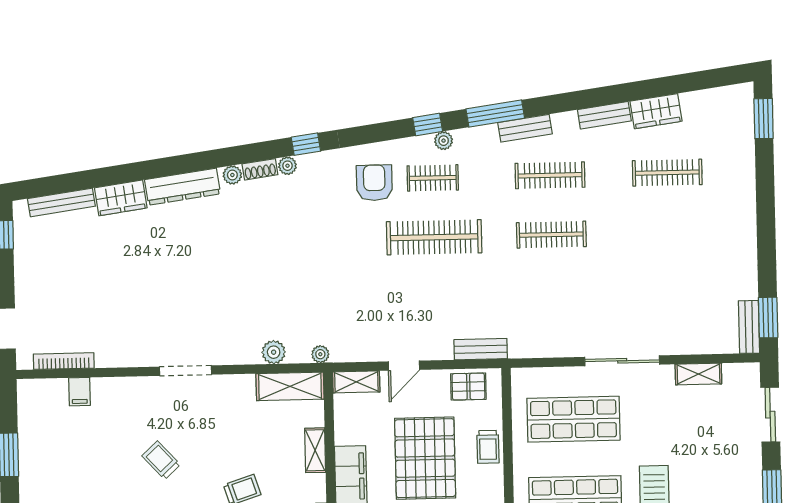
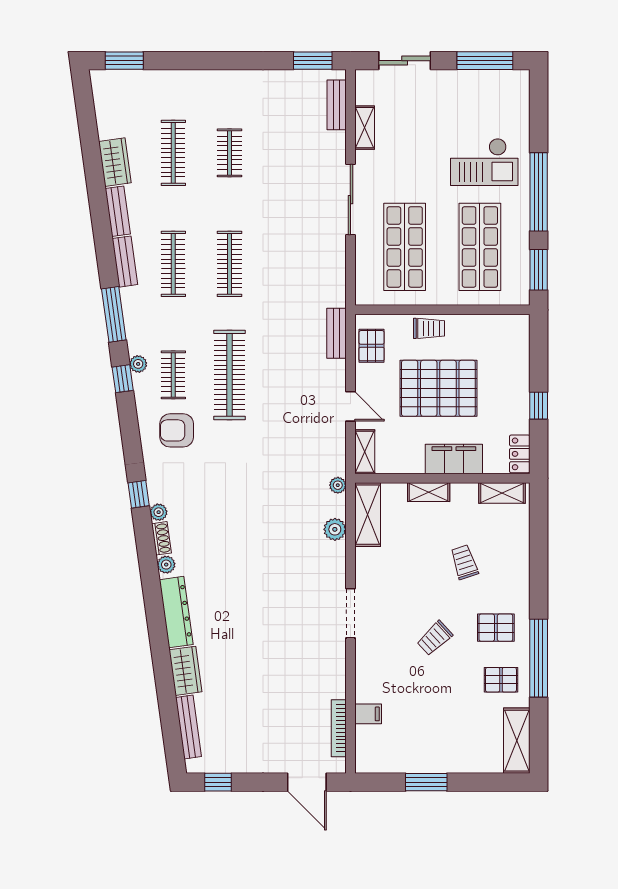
bench: (525, 128) -> (125, 262), moved
clothes rail: (669, 232) -> (230, 153), added
bench: (749, 327) -> (337, 105), moved, turned 90

